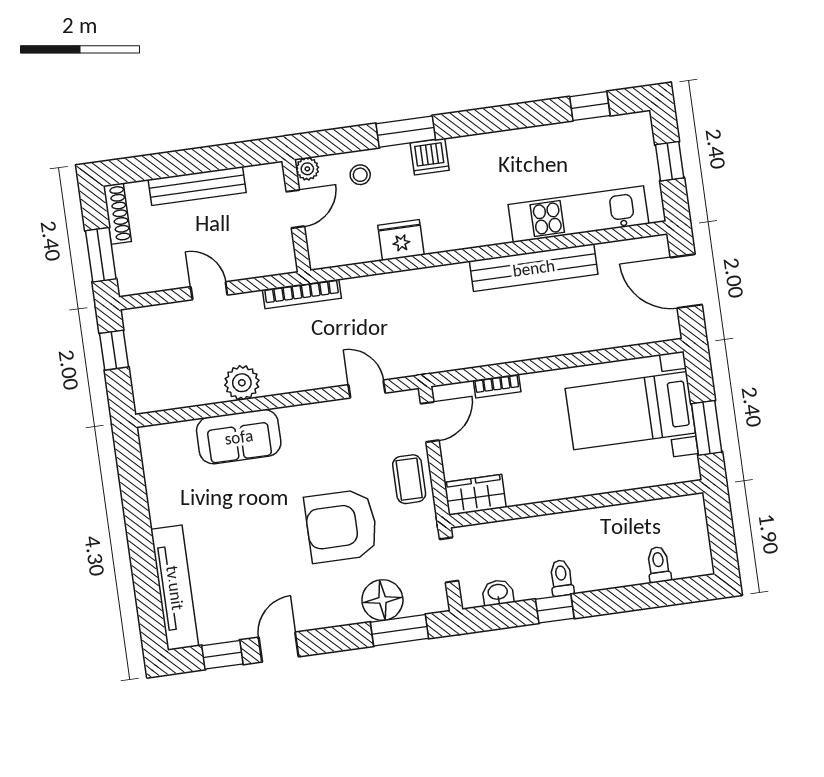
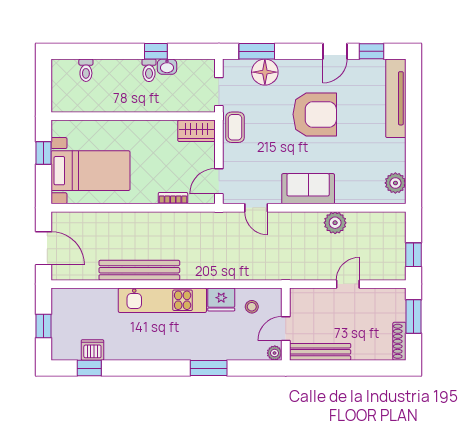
dishwasher: (430, 157) -> (92, 350), moved
stool: (360, 175) -> (252, 307), moved
bench: (197, 186) -> (320, 352), moved
kitchen unit: (578, 214) -> (162, 300), moved
door: (209, 291) -> (348, 284), swing flipped
bookcase: (302, 294) -> (289, 274), removed
window: (707, 428) -> (43, 153), width x0.67
sofa: (239, 437) -> (308, 189), moved
plant: (157, 457) -> (395, 183), added
coffee table: (409, 479) -> (235, 127), moved
armchair: (341, 526) -> (315, 114), moved
washbasin: (498, 593) -> (167, 67), moved

